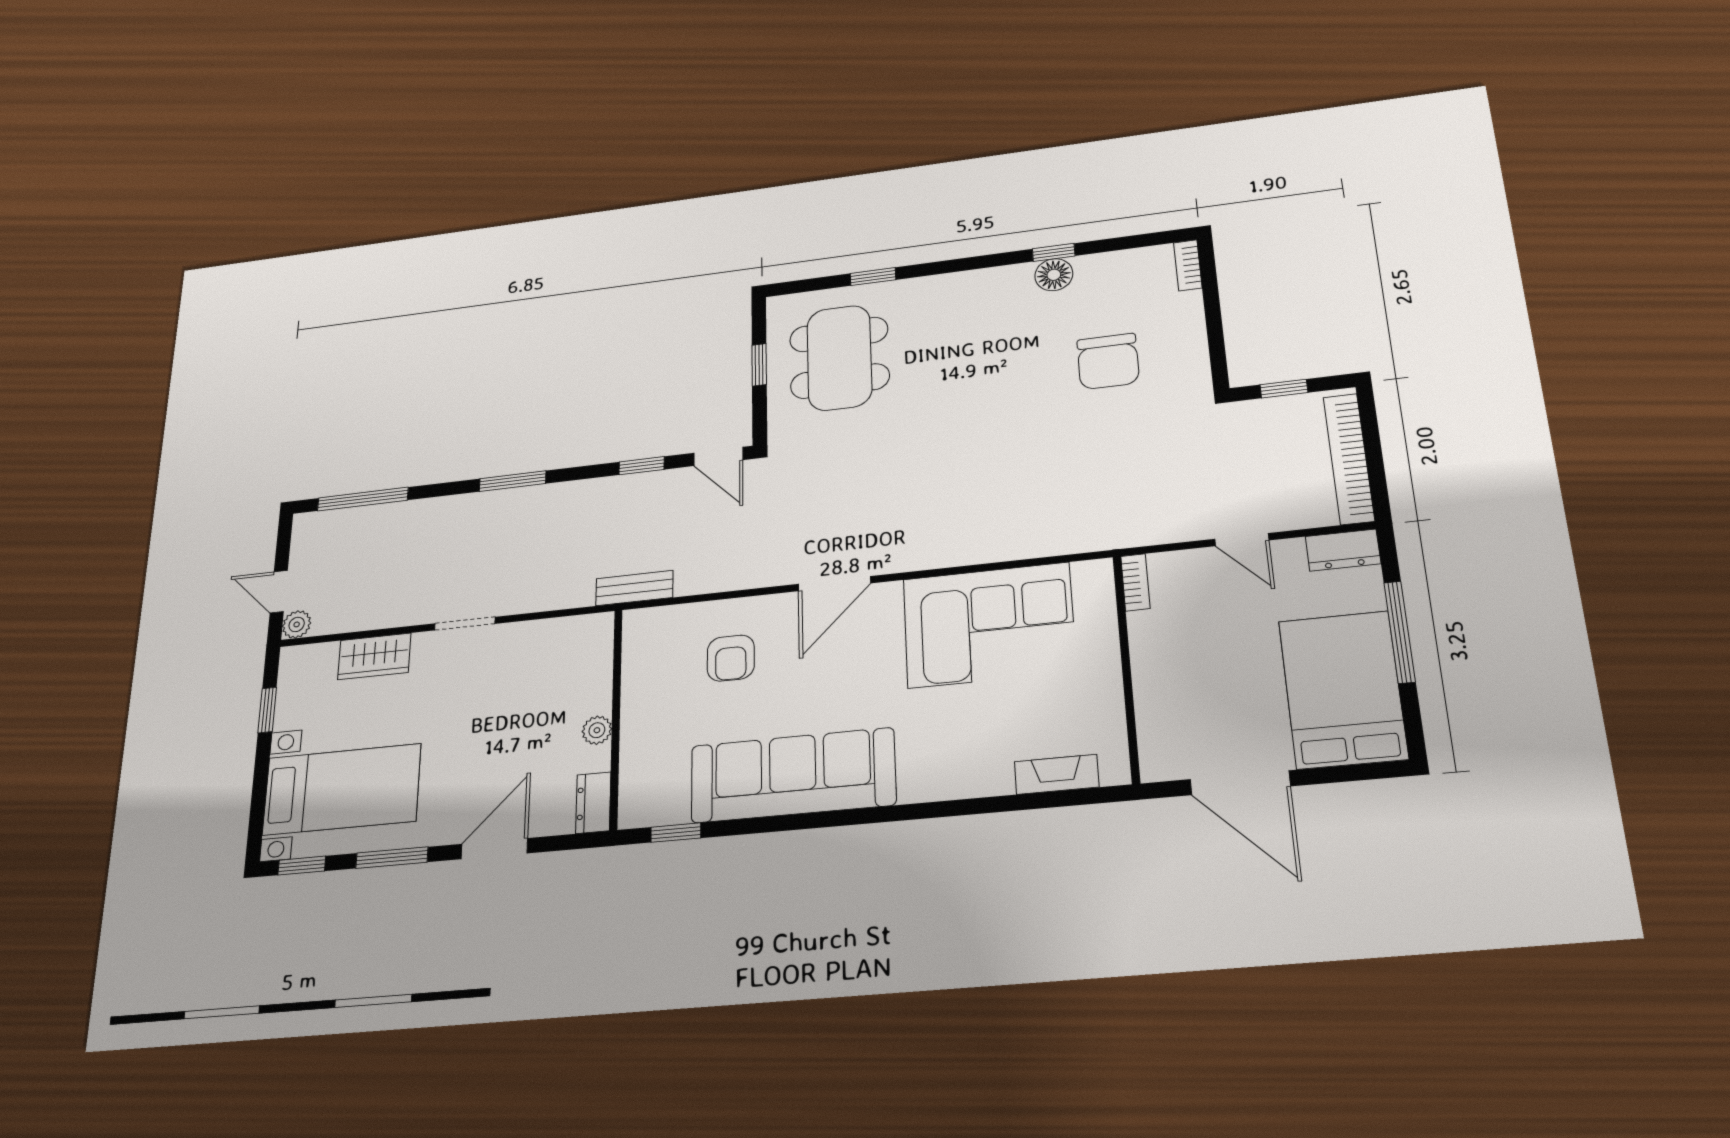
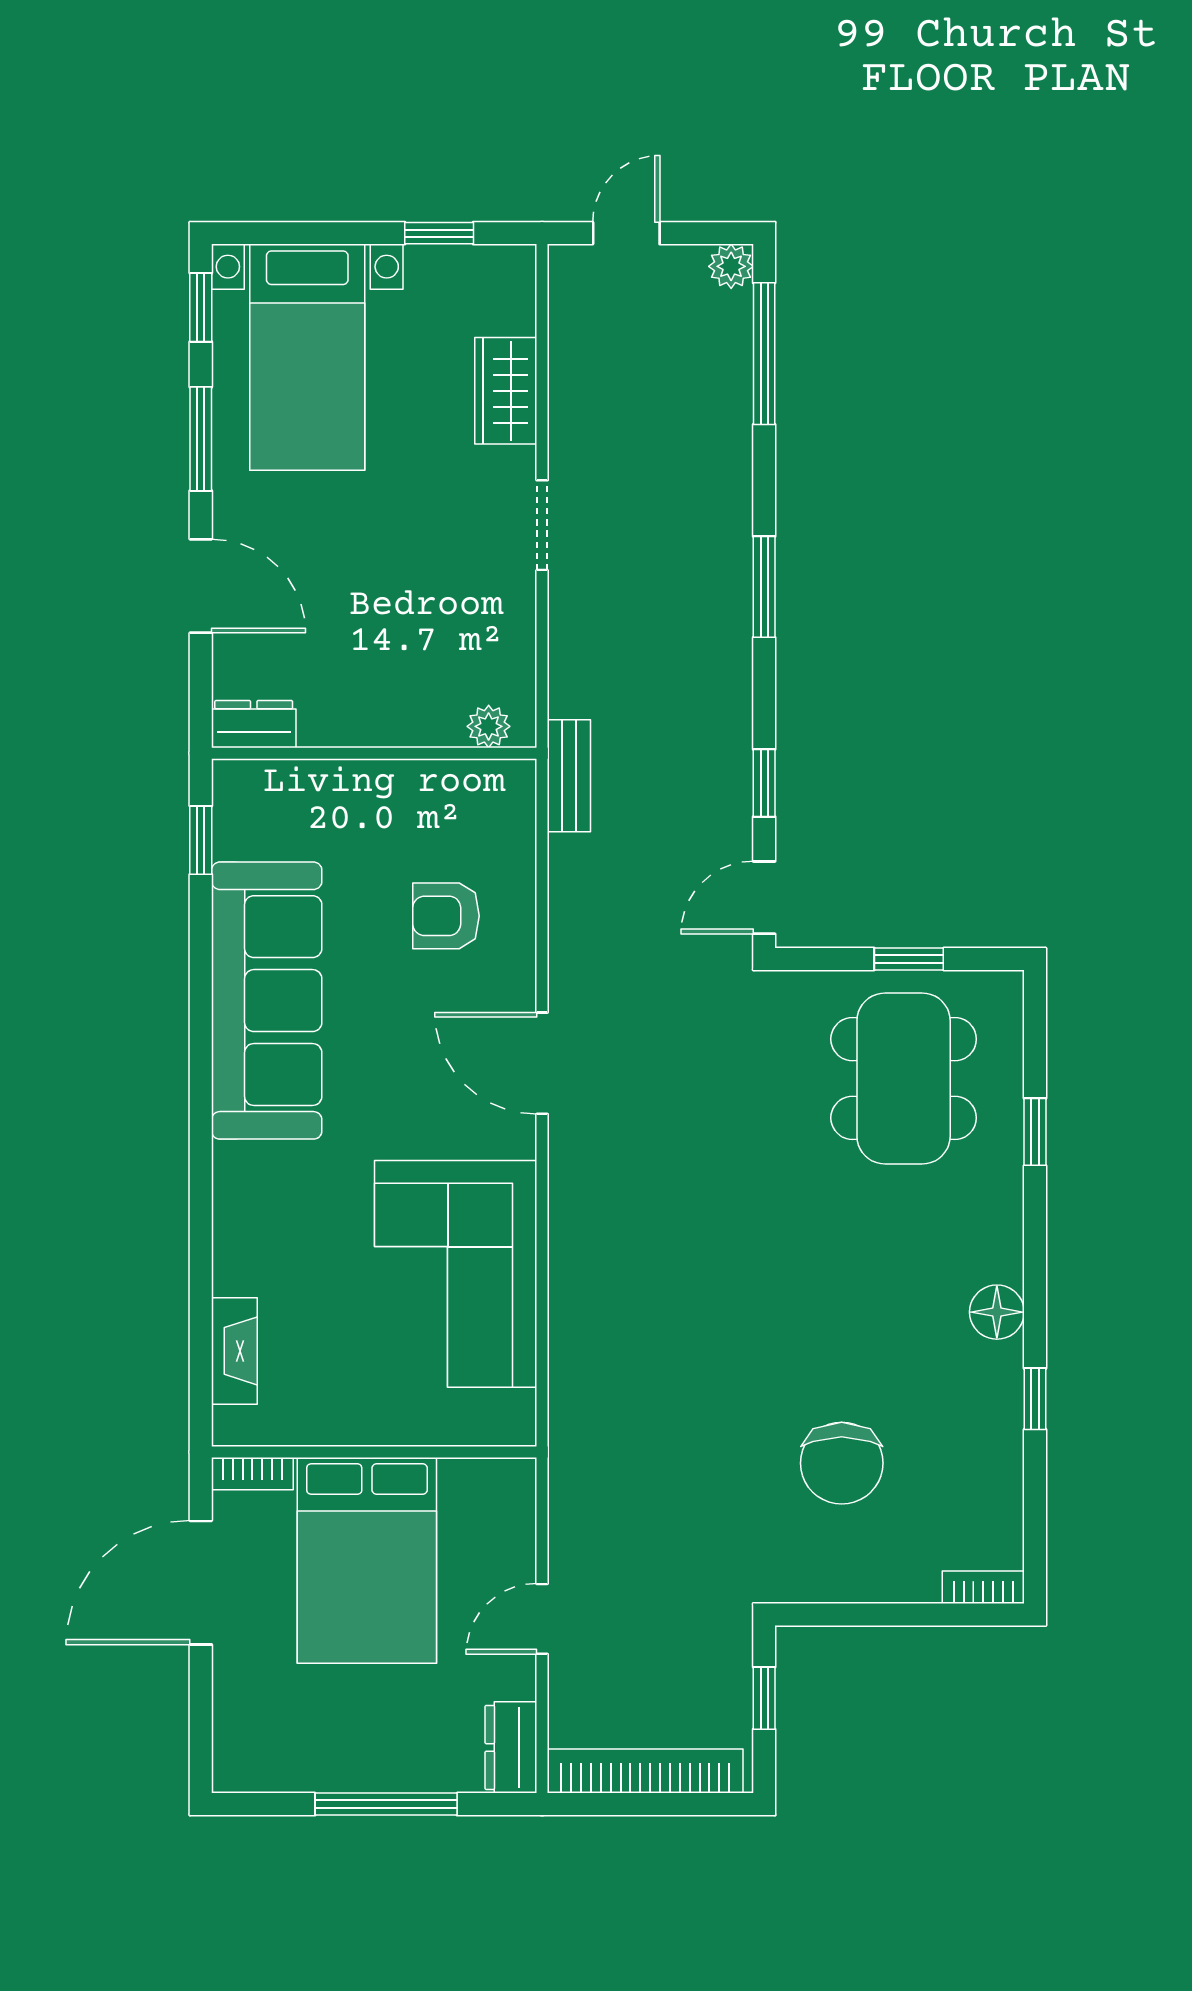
floor lamp: (1054, 275) -> (997, 1312), moved
dining table: (839, 358) -> (904, 1078), turned 90
chair: (1108, 361) -> (842, 1463), turned -90
bookcase: (1135, 582) -> (252, 1474), moved
plant: (297, 624) -> (731, 266), moved
bed: (1343, 689) -> (367, 1560), moved, turned 90
plant: (597, 730) -> (489, 726), moved

